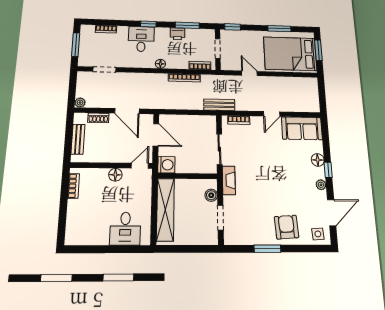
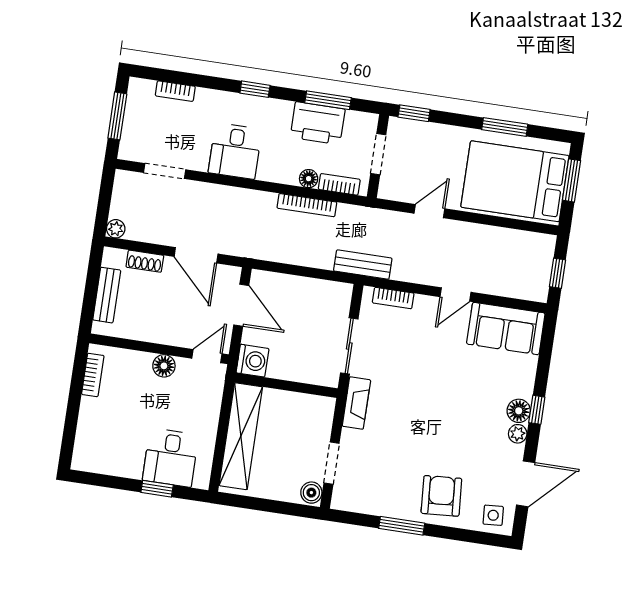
printer: (177, 34) -> (318, 123), width x1.87, depth x1.48
desk: (141, 39) -> (235, 151), moved, turned 180
floor lamp: (160, 64) -> (309, 179), moved
door: (249, 73) -> (429, 211), hinge flipped
window: (322, 96) -> (557, 273), added
floor lamp: (318, 160) -> (519, 411), moved
boiler: (211, 195) -> (311, 493), moved
window: (119, 249) -> (157, 489), added

